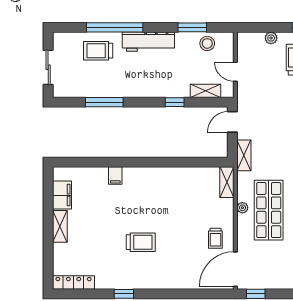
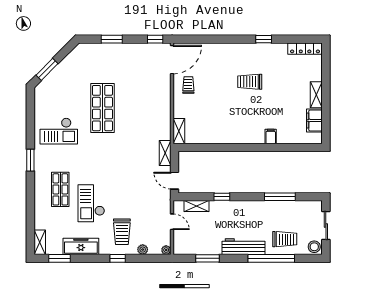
stool: (207, 43) -> (314, 247), moved
door: (232, 122) -> (174, 181), swing flipped
plant: (242, 208) -> (166, 250), moved
shop shelf: (269, 210) -> (145, 108), removed

